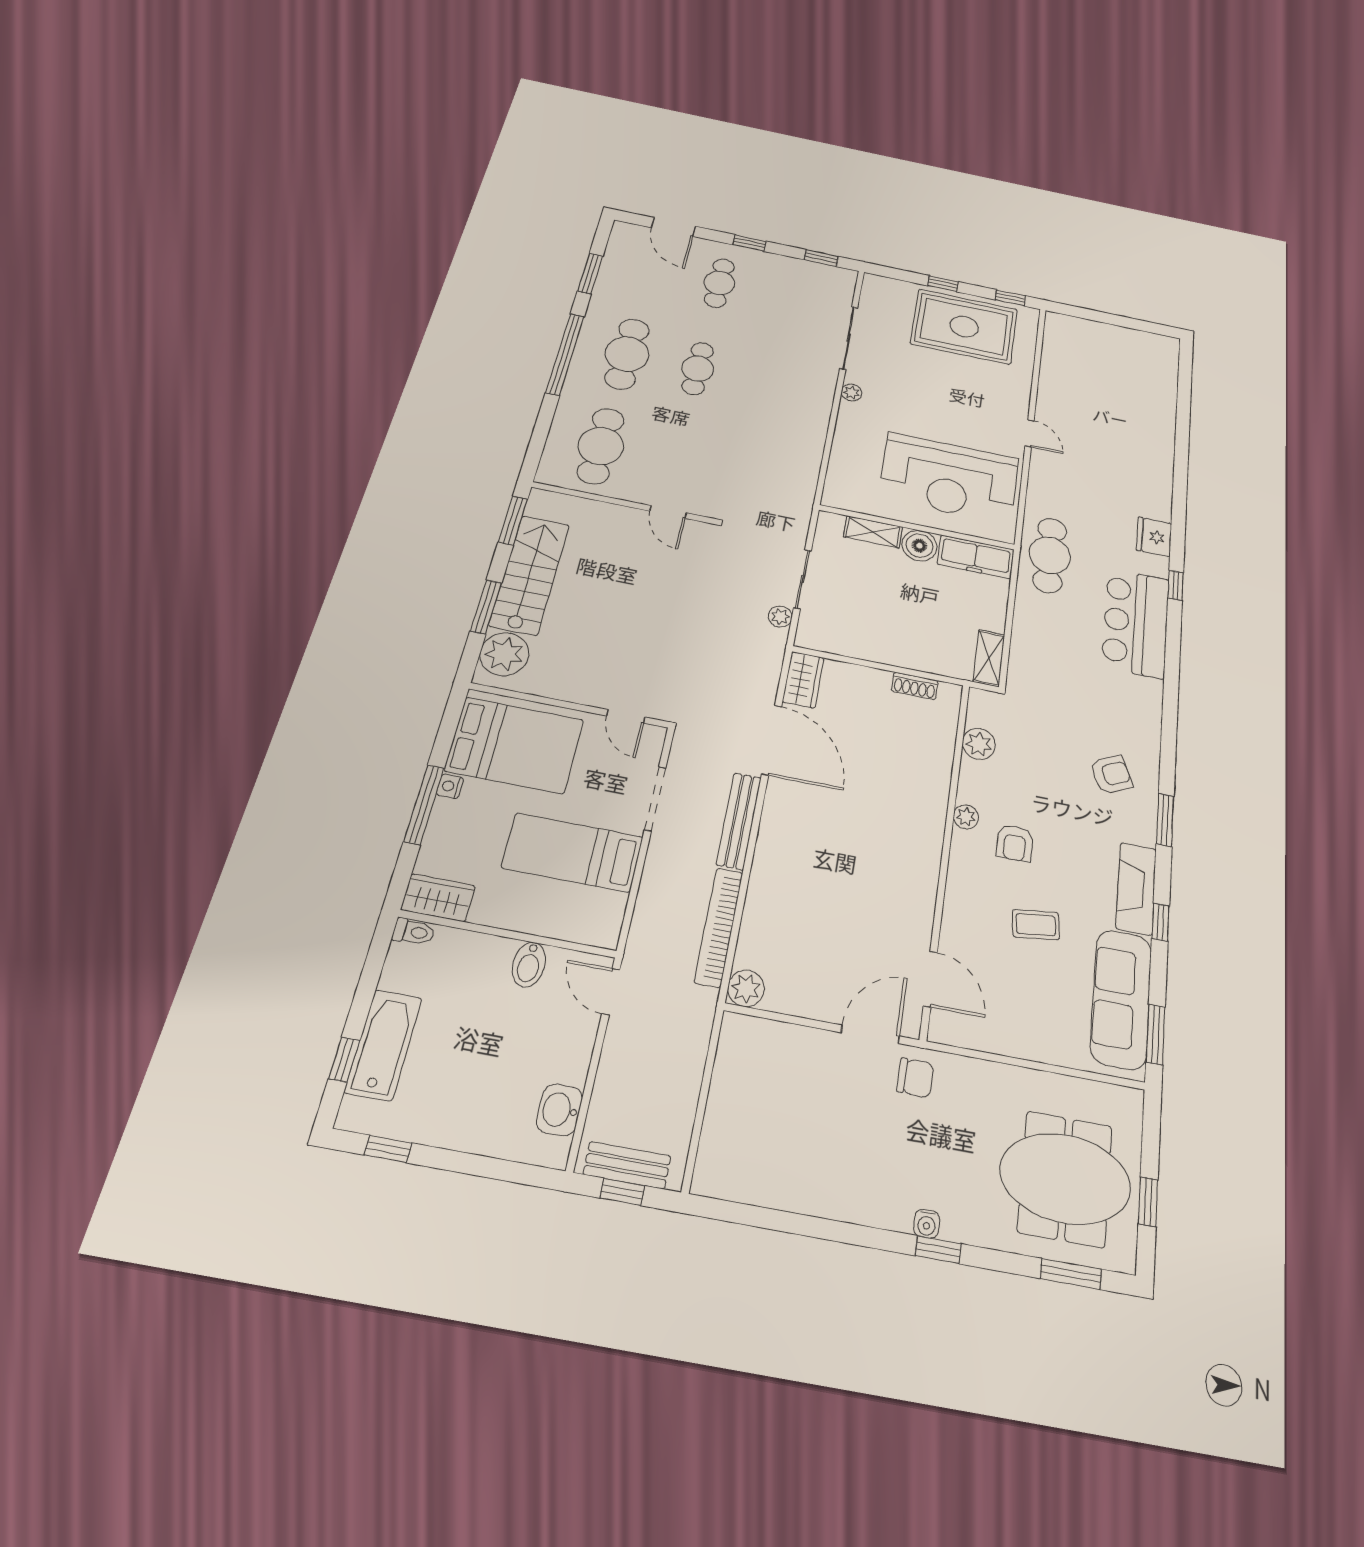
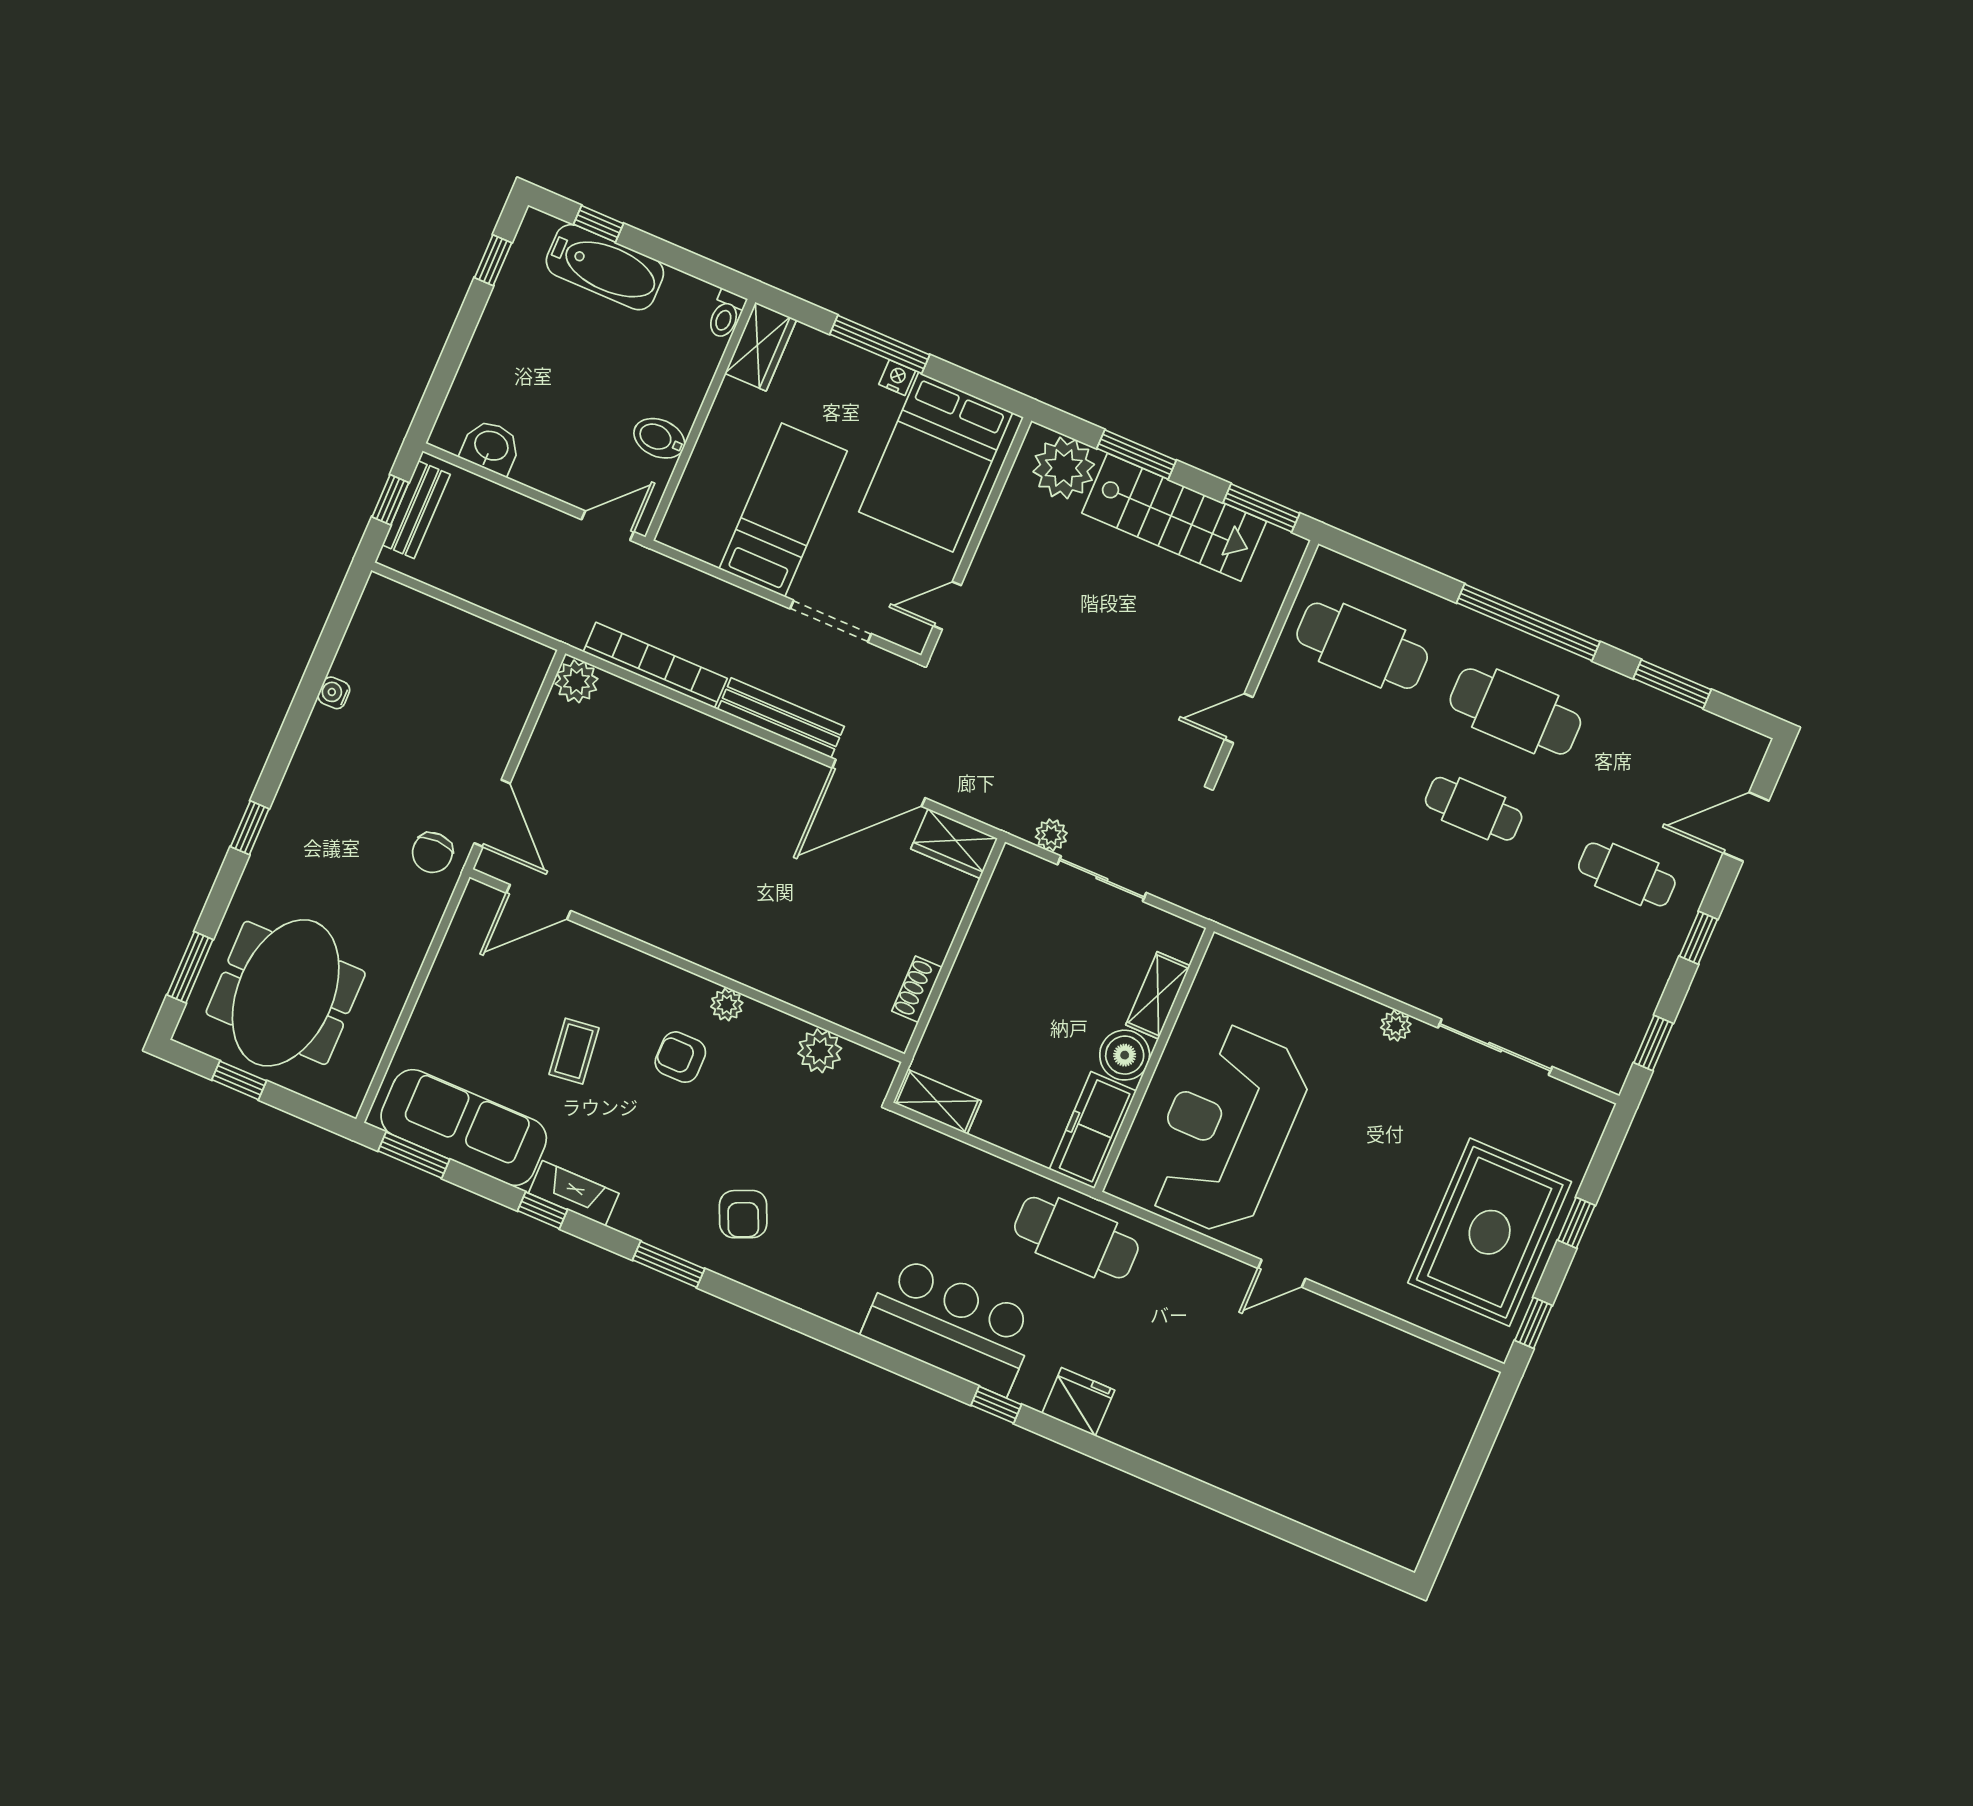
fireplace: (1136, 888) -> (574, 1193), width x0.73, depth x0.76
water cooler: (927, 1224) -> (334, 693), moved

